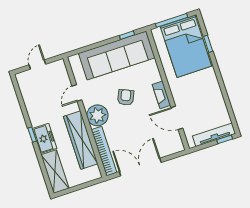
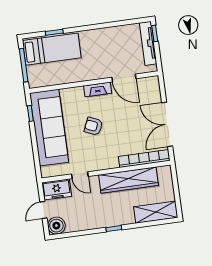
bed: (186, 46) -> (52, 49), width x0.67
door: (37, 65) -> (44, 210), hinge flipped
boiler: (25, 80) -> (56, 226), added
plant: (97, 115) -> (106, 158), removed
door: (177, 118) -> (124, 78), hinge flipped
freezer: (45, 138) -> (57, 189), moved, turned 180

